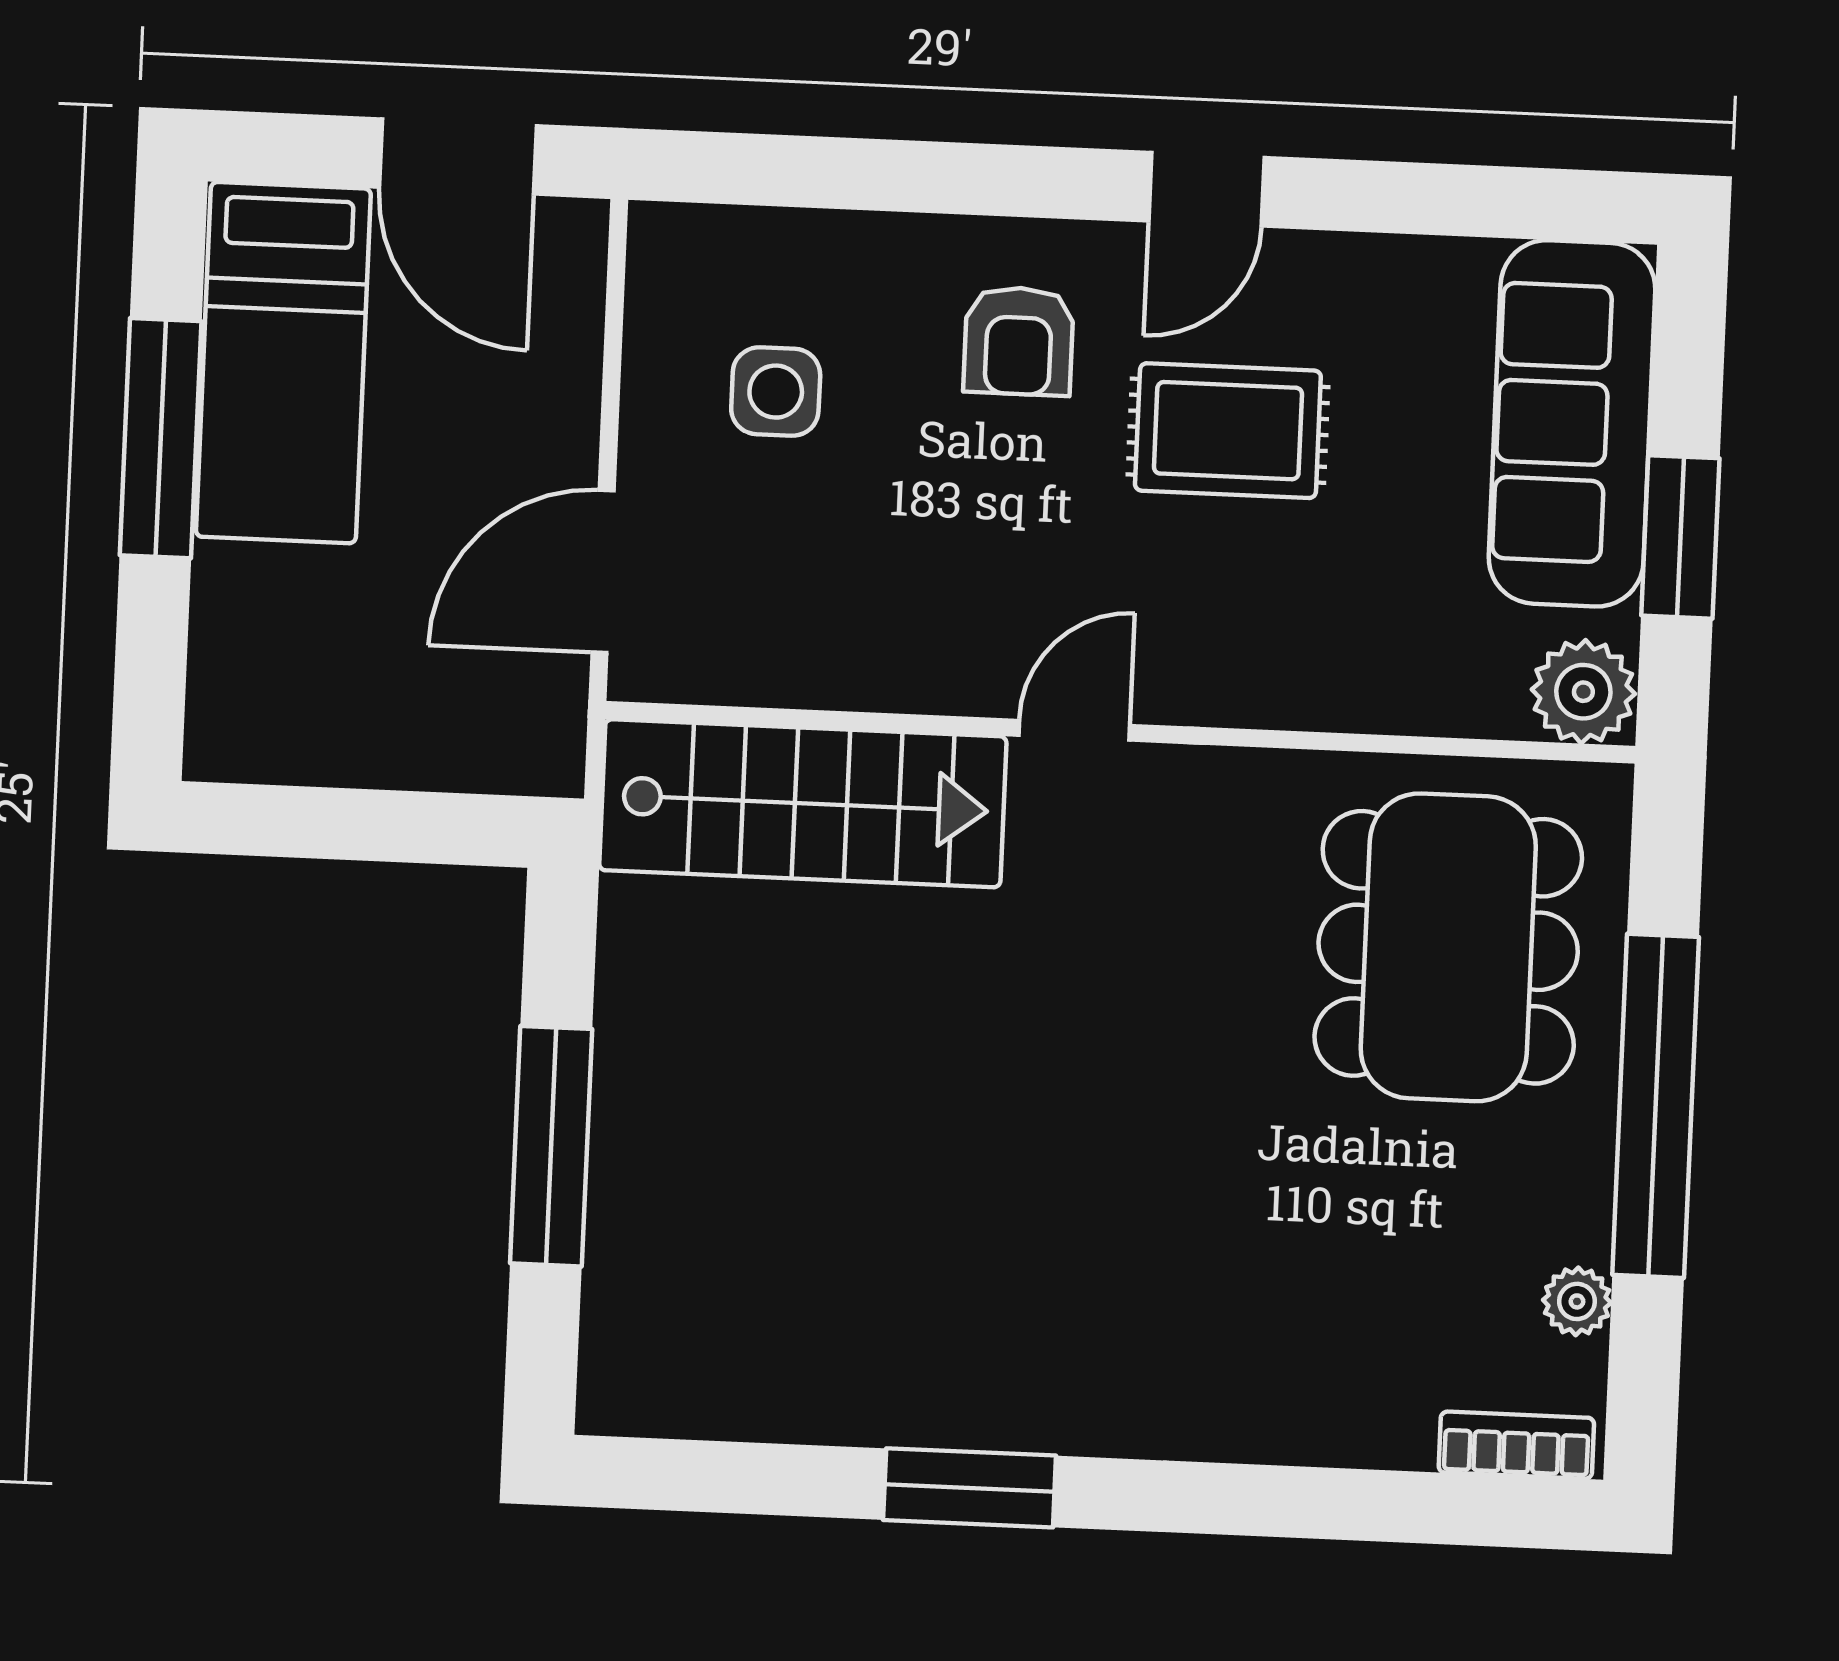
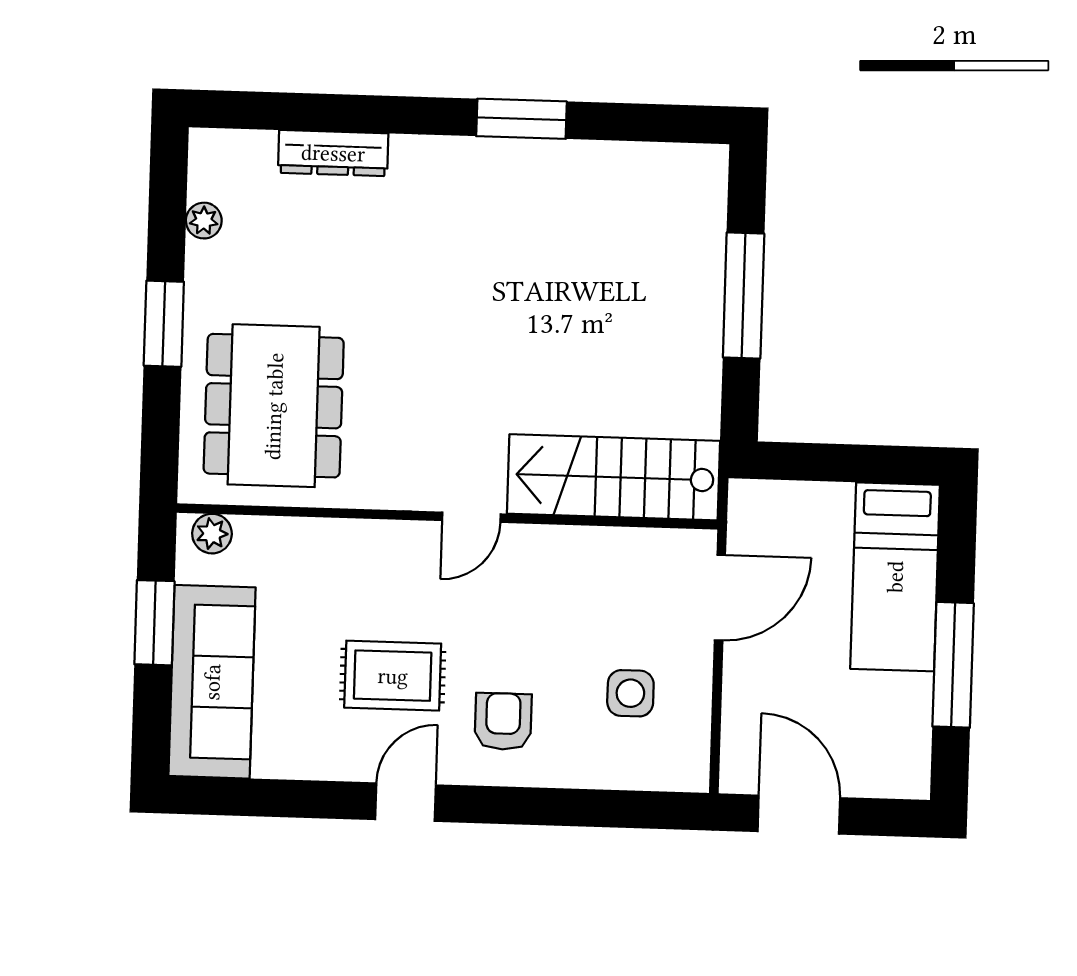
bed: (283, 363) -> (895, 577), moved, turned 180
plant: (1583, 692) -> (212, 534), width x0.73, depth x0.73
window: (1656, 1106) -> (164, 324), width x0.47
dresser: (1329, 1427) -> (333, 153), added
bookcase: (1516, 1445) -> (235, 145), removed

